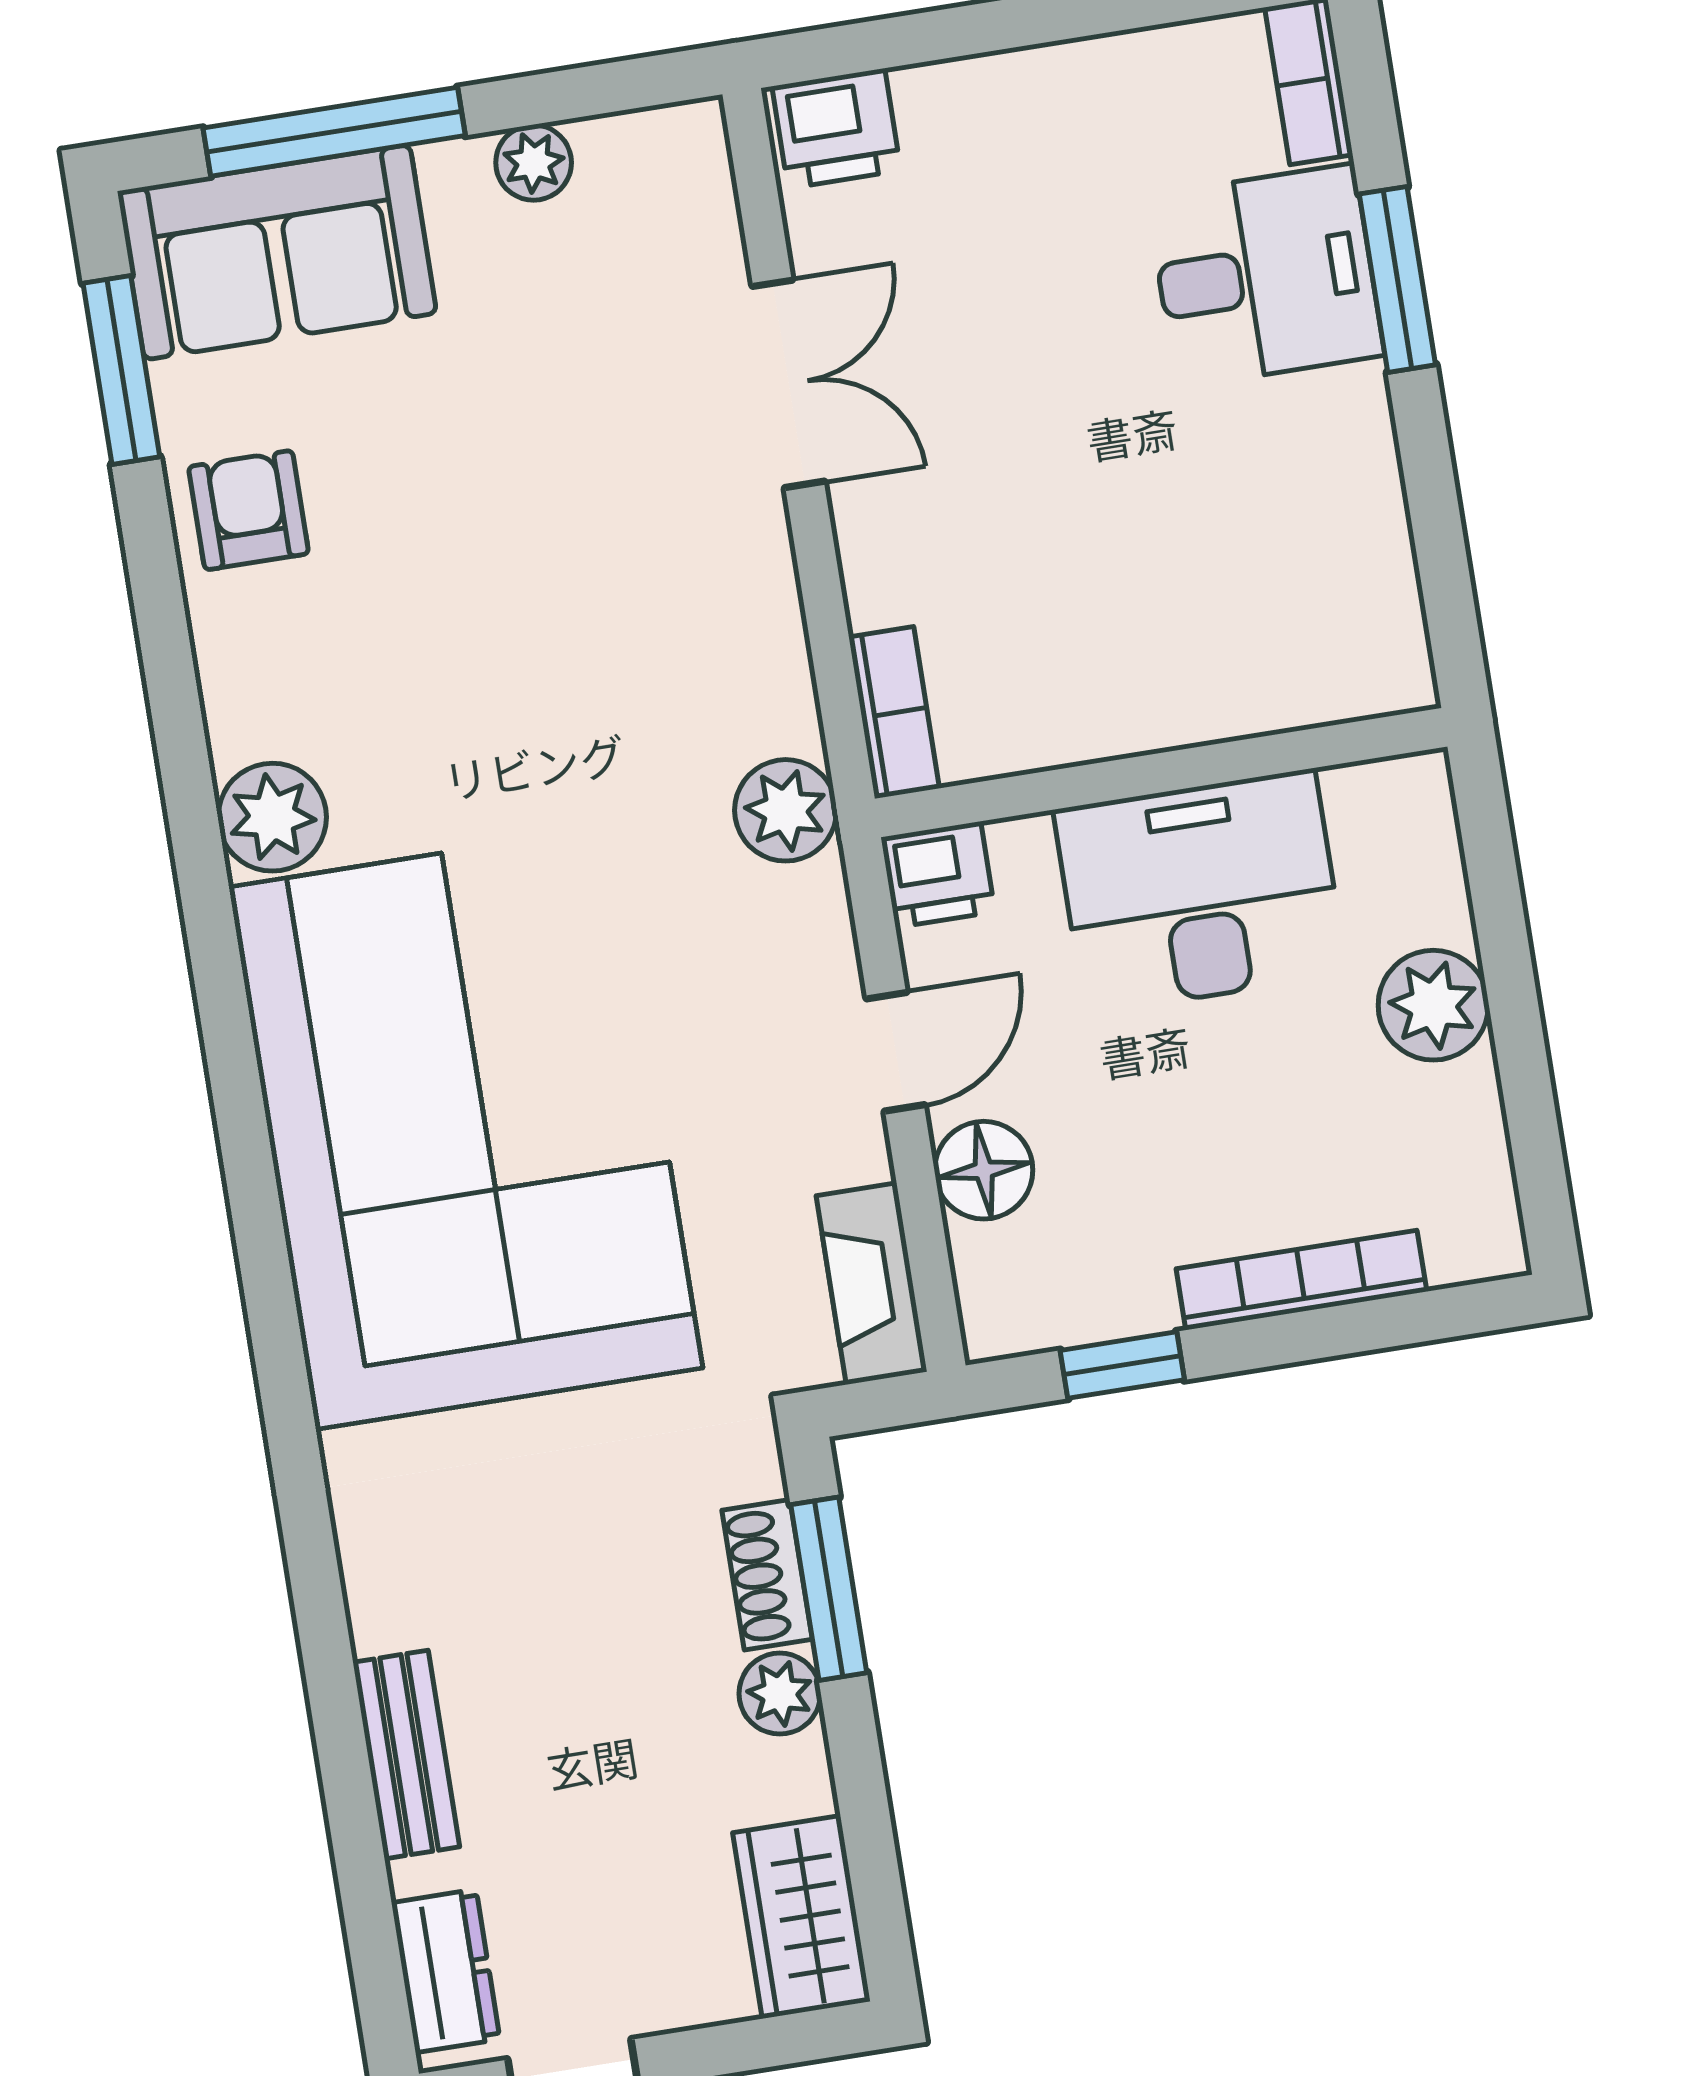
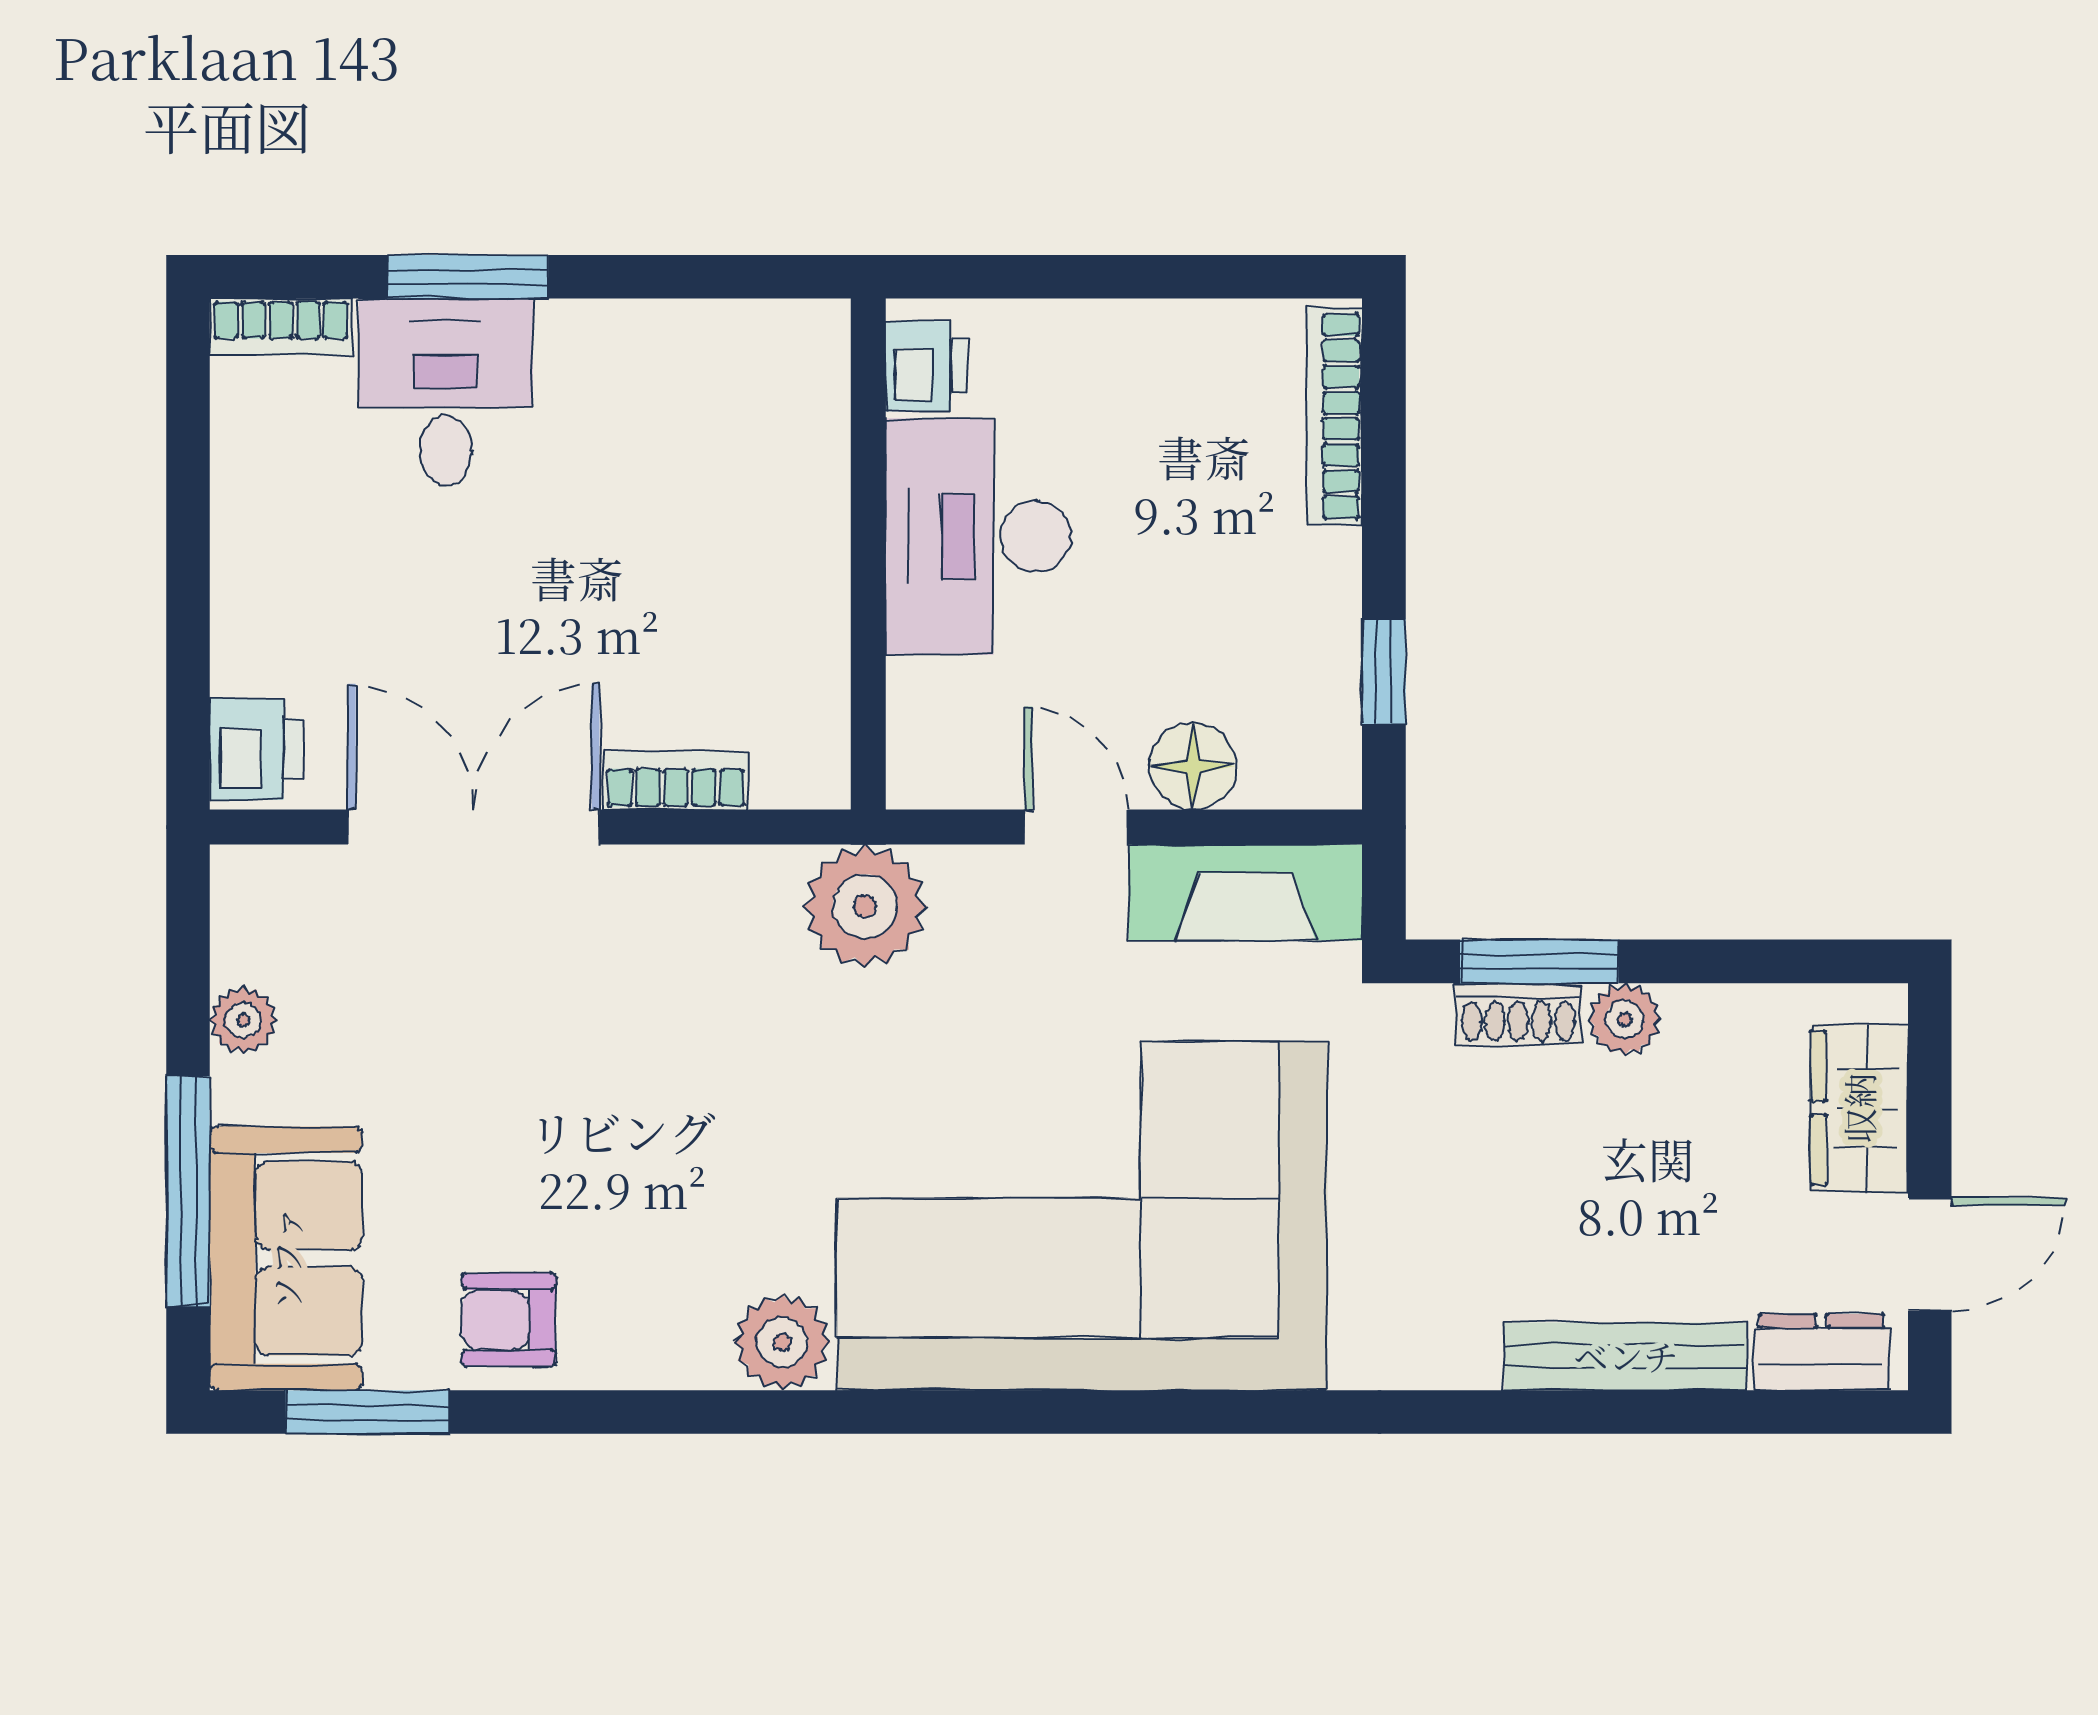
double door: (789, 384) -> (474, 827), width x1.37
bookcase: (894, 713) -> (676, 781), moved
plant: (786, 810) -> (865, 906), width x1.36, depth x1.36
printer: (938, 875) -> (926, 366), moved
plant: (1433, 1005) -> (1111, 347), removed
bookcase: (1301, 1280) -> (1334, 416), moved
fireplace: (872, 1284) -> (1245, 892), width x1.37, depth x1.32
bench: (406, 1755) -> (1626, 1356), width x1.36
wardrobe: (801, 1917) -> (1859, 1108), moved, turned 90

